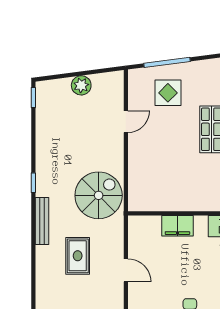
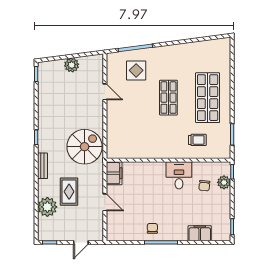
door: (126, 122) -> (105, 92), hinge flipped
bench: (42, 221) -> (43, 166), width x0.73
filing cabinet: (177, 226) -> (114, 173), moved, turned -90
plant: (49, 276) -> (47, 207), added

